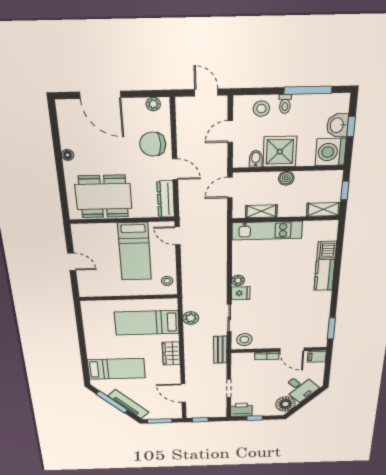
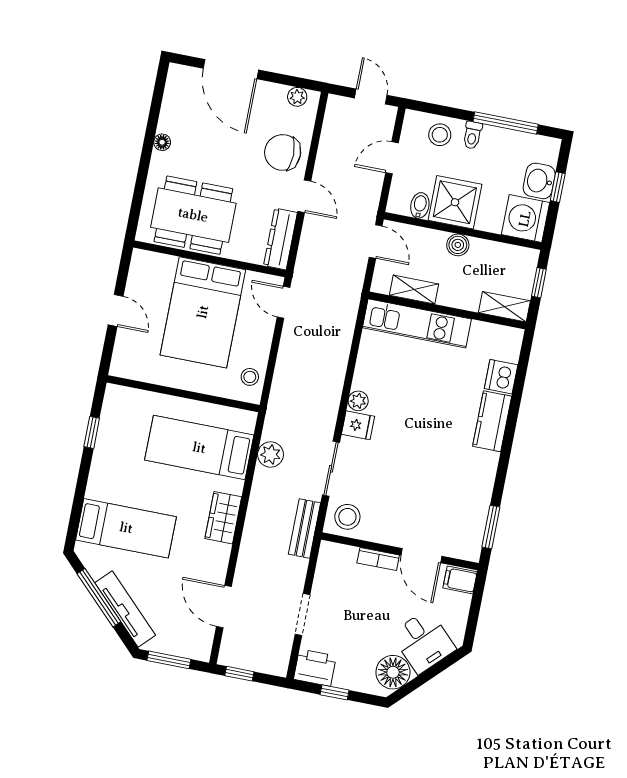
door: (230, 188) -> (376, 242), swing flipped
bed: (135, 252) -> (203, 312), width x1.50
window: (80, 328) -> (92, 432), added

